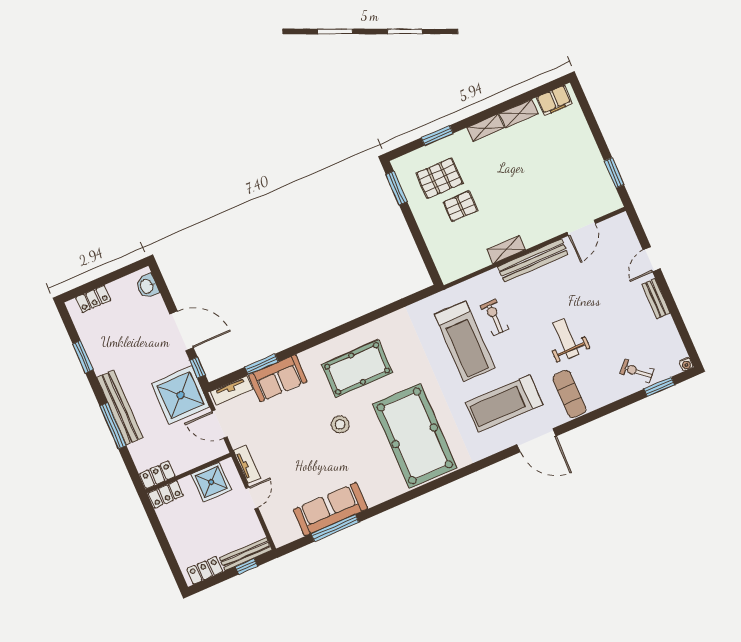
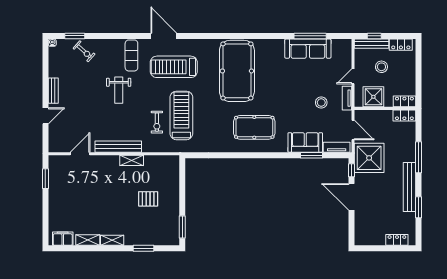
pallet: (439, 178) -> (153, 222), removed
washbasin: (147, 286) -> (361, 233), removed
treadmill: (504, 404) -> (174, 67), turned 180
bench: (120, 408) -> (409, 187), moved
stool: (340, 424) -> (321, 103), moved
stool: (218, 528) -> (381, 67), added

